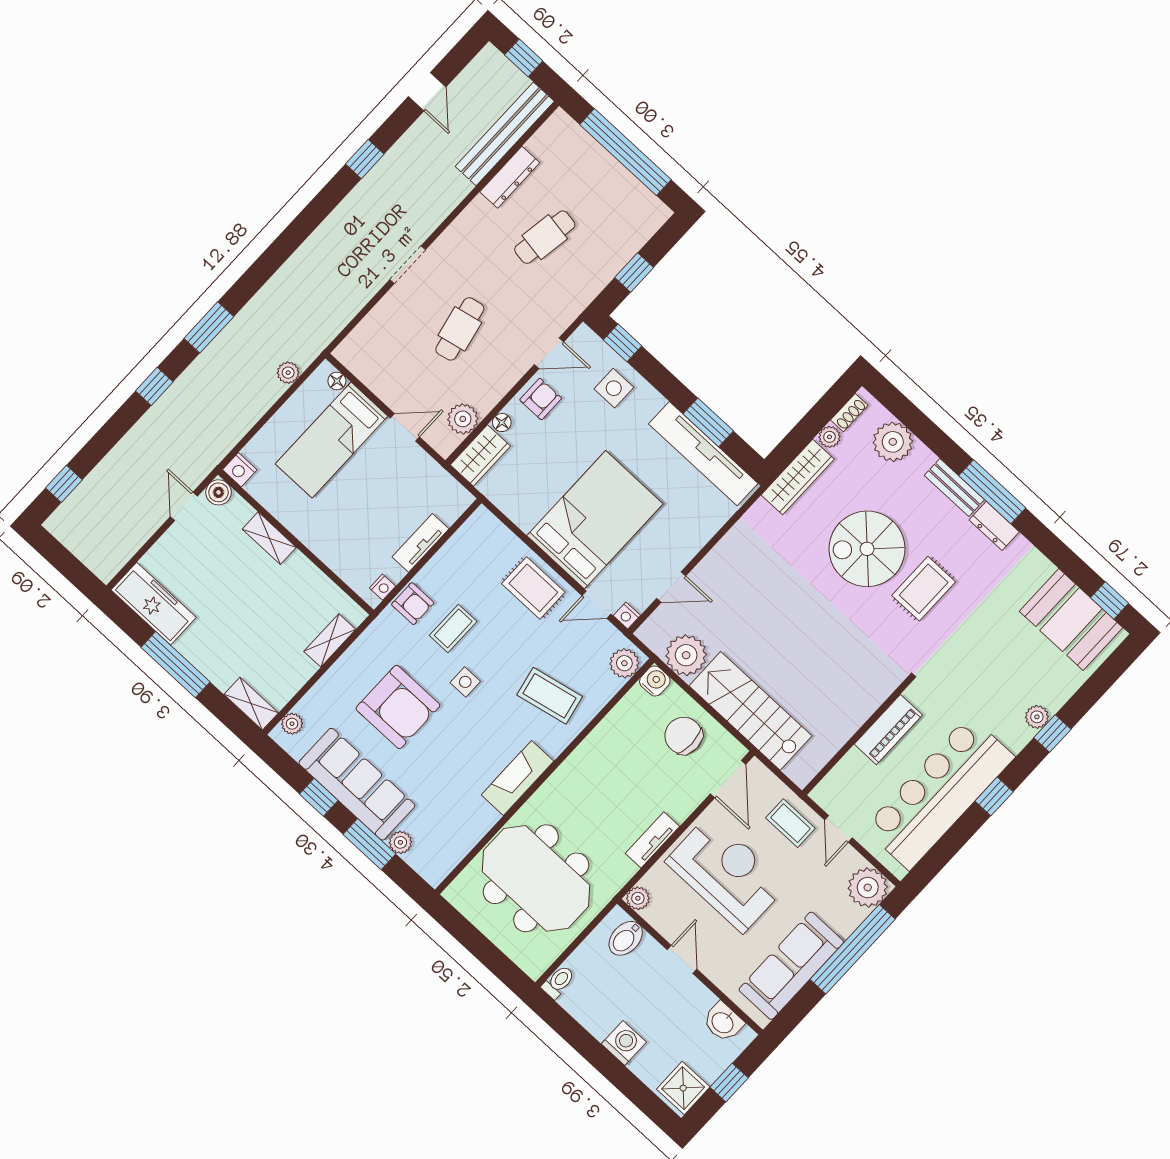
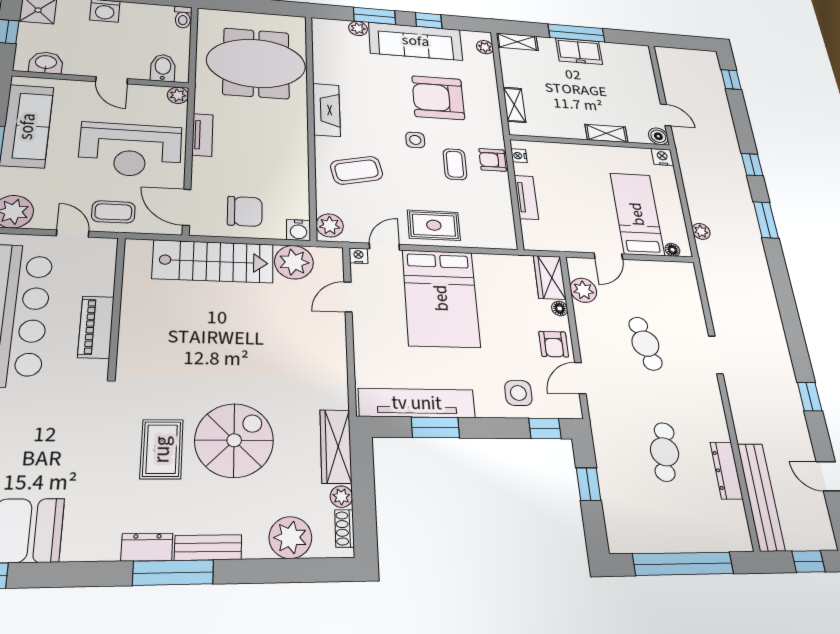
freezer: (154, 604) -> (579, 51), moved, width x0.71

